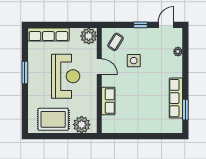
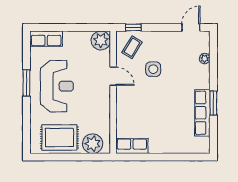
window: (141, 25) -> (133, 27), moved
row of seats: (48, 34) -> (46, 39), width x0.68
reception desk: (66, 76) -> (57, 86), moved
row of seats: (108, 101) -> (132, 146), moved, turned -90
window: (185, 110) -> (213, 103), moved

